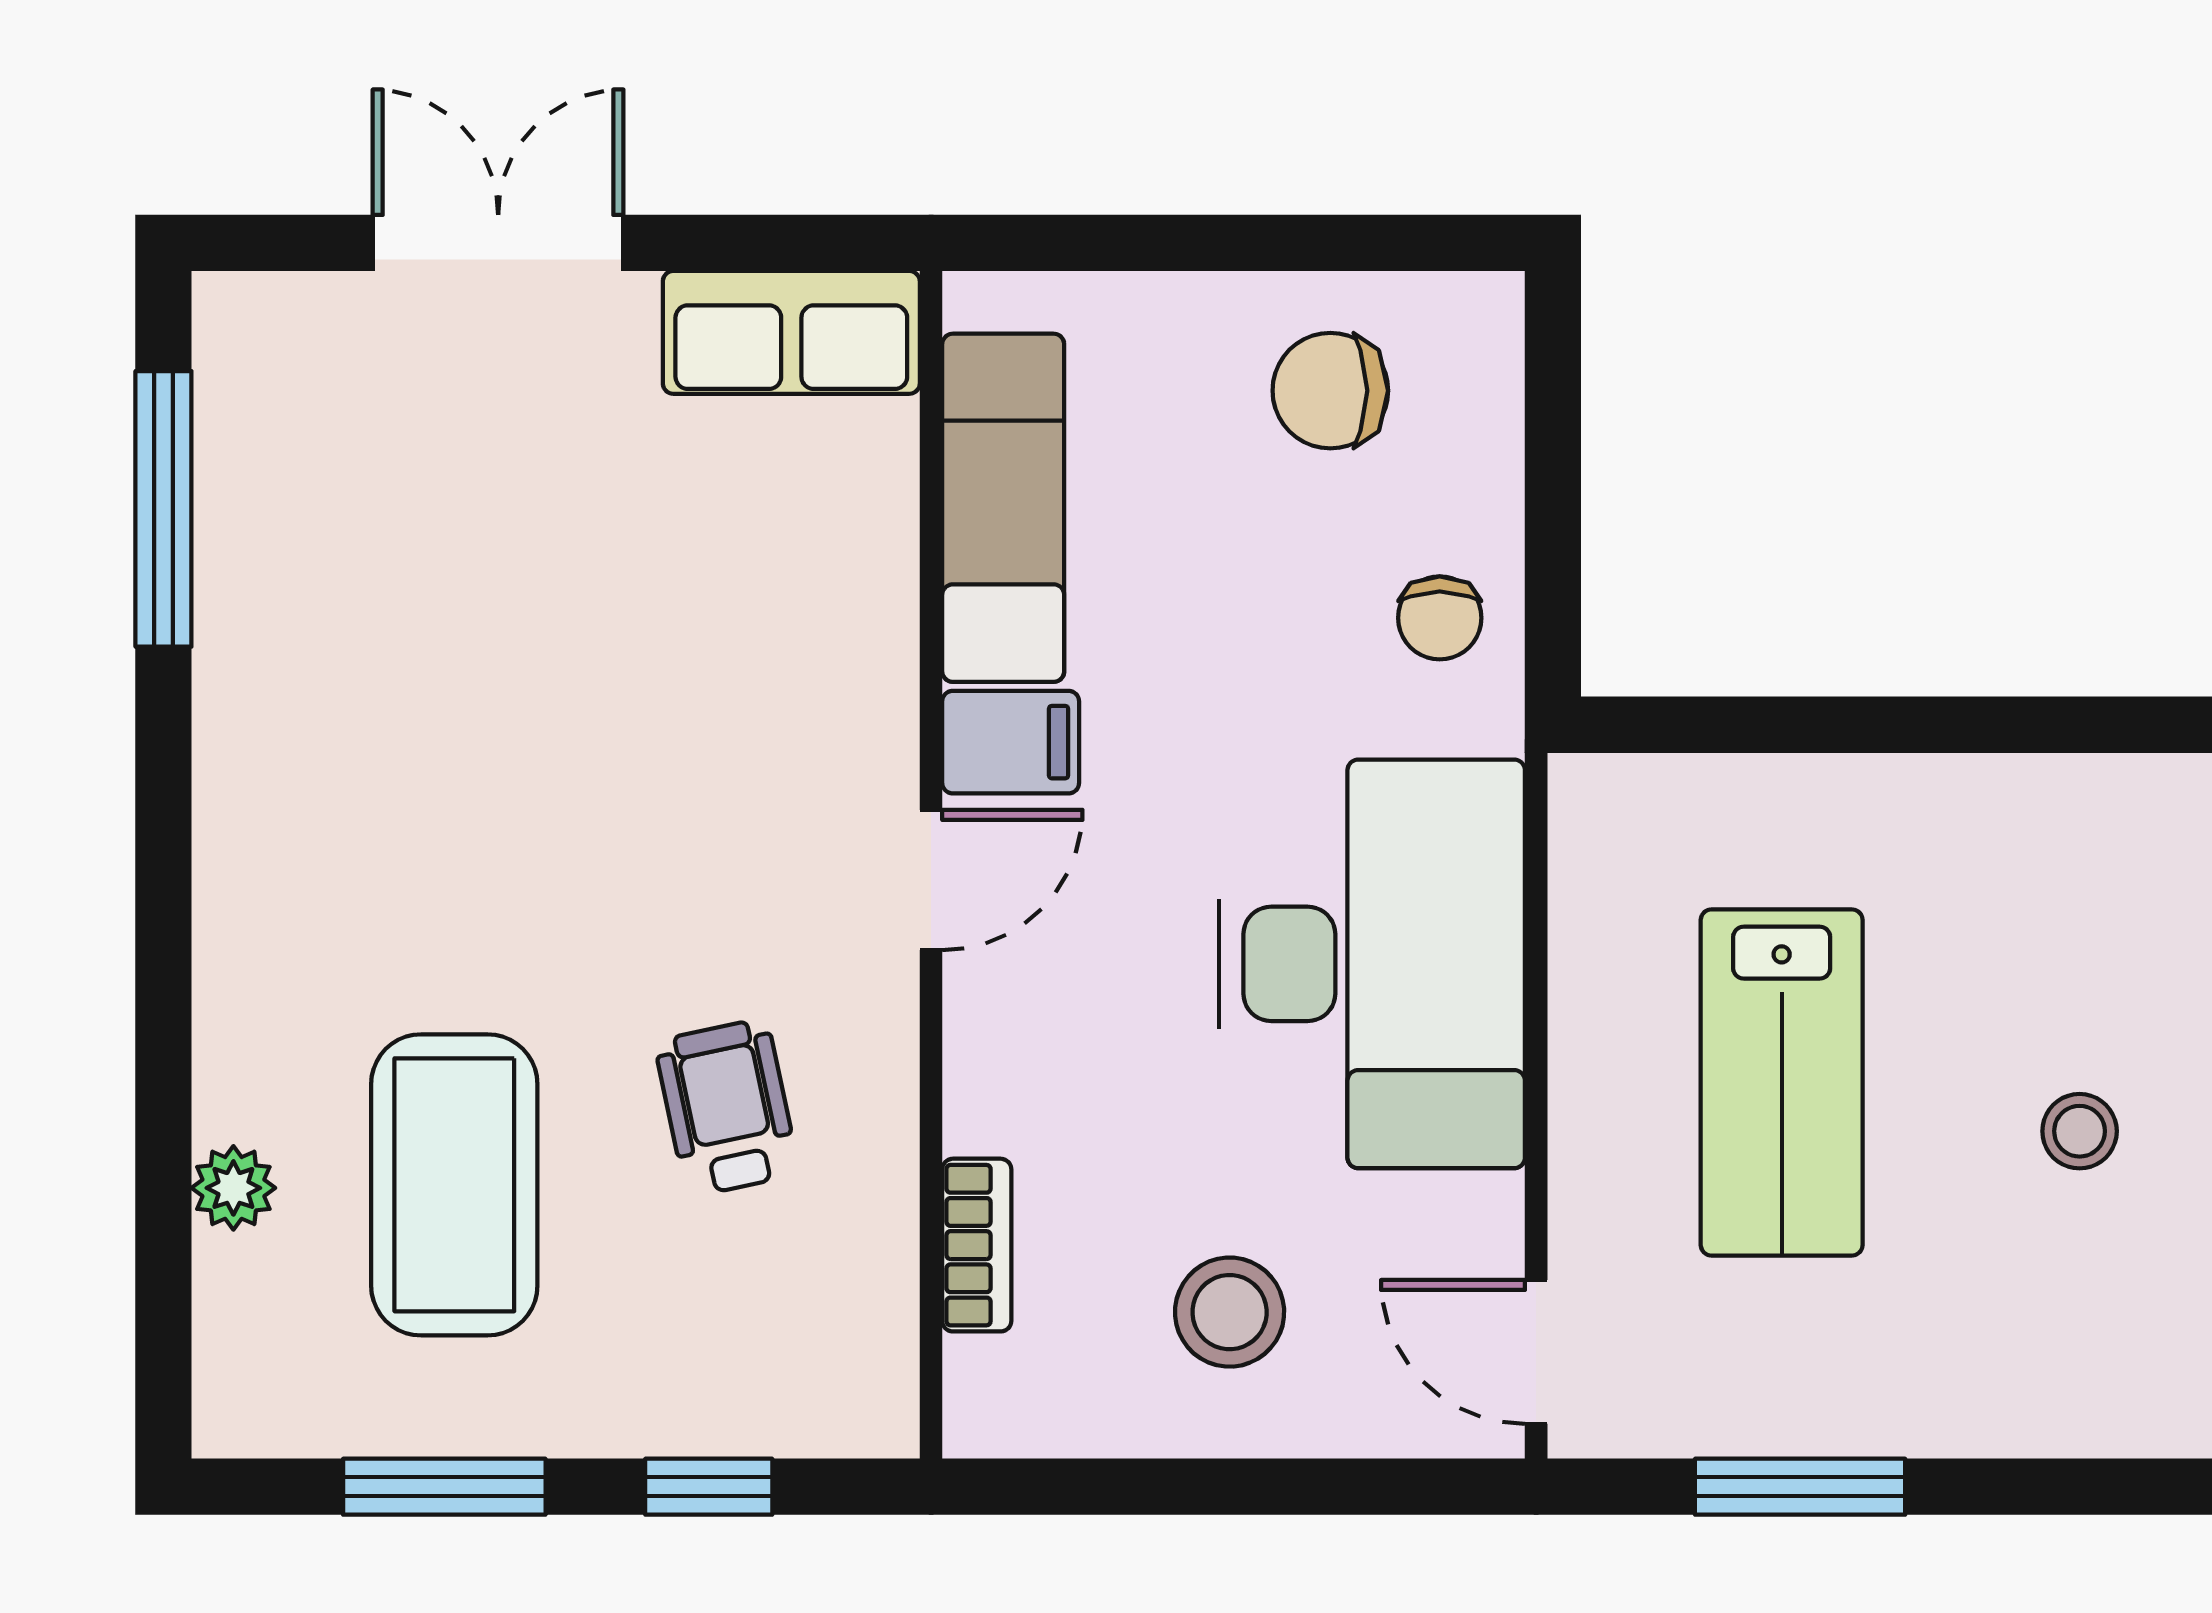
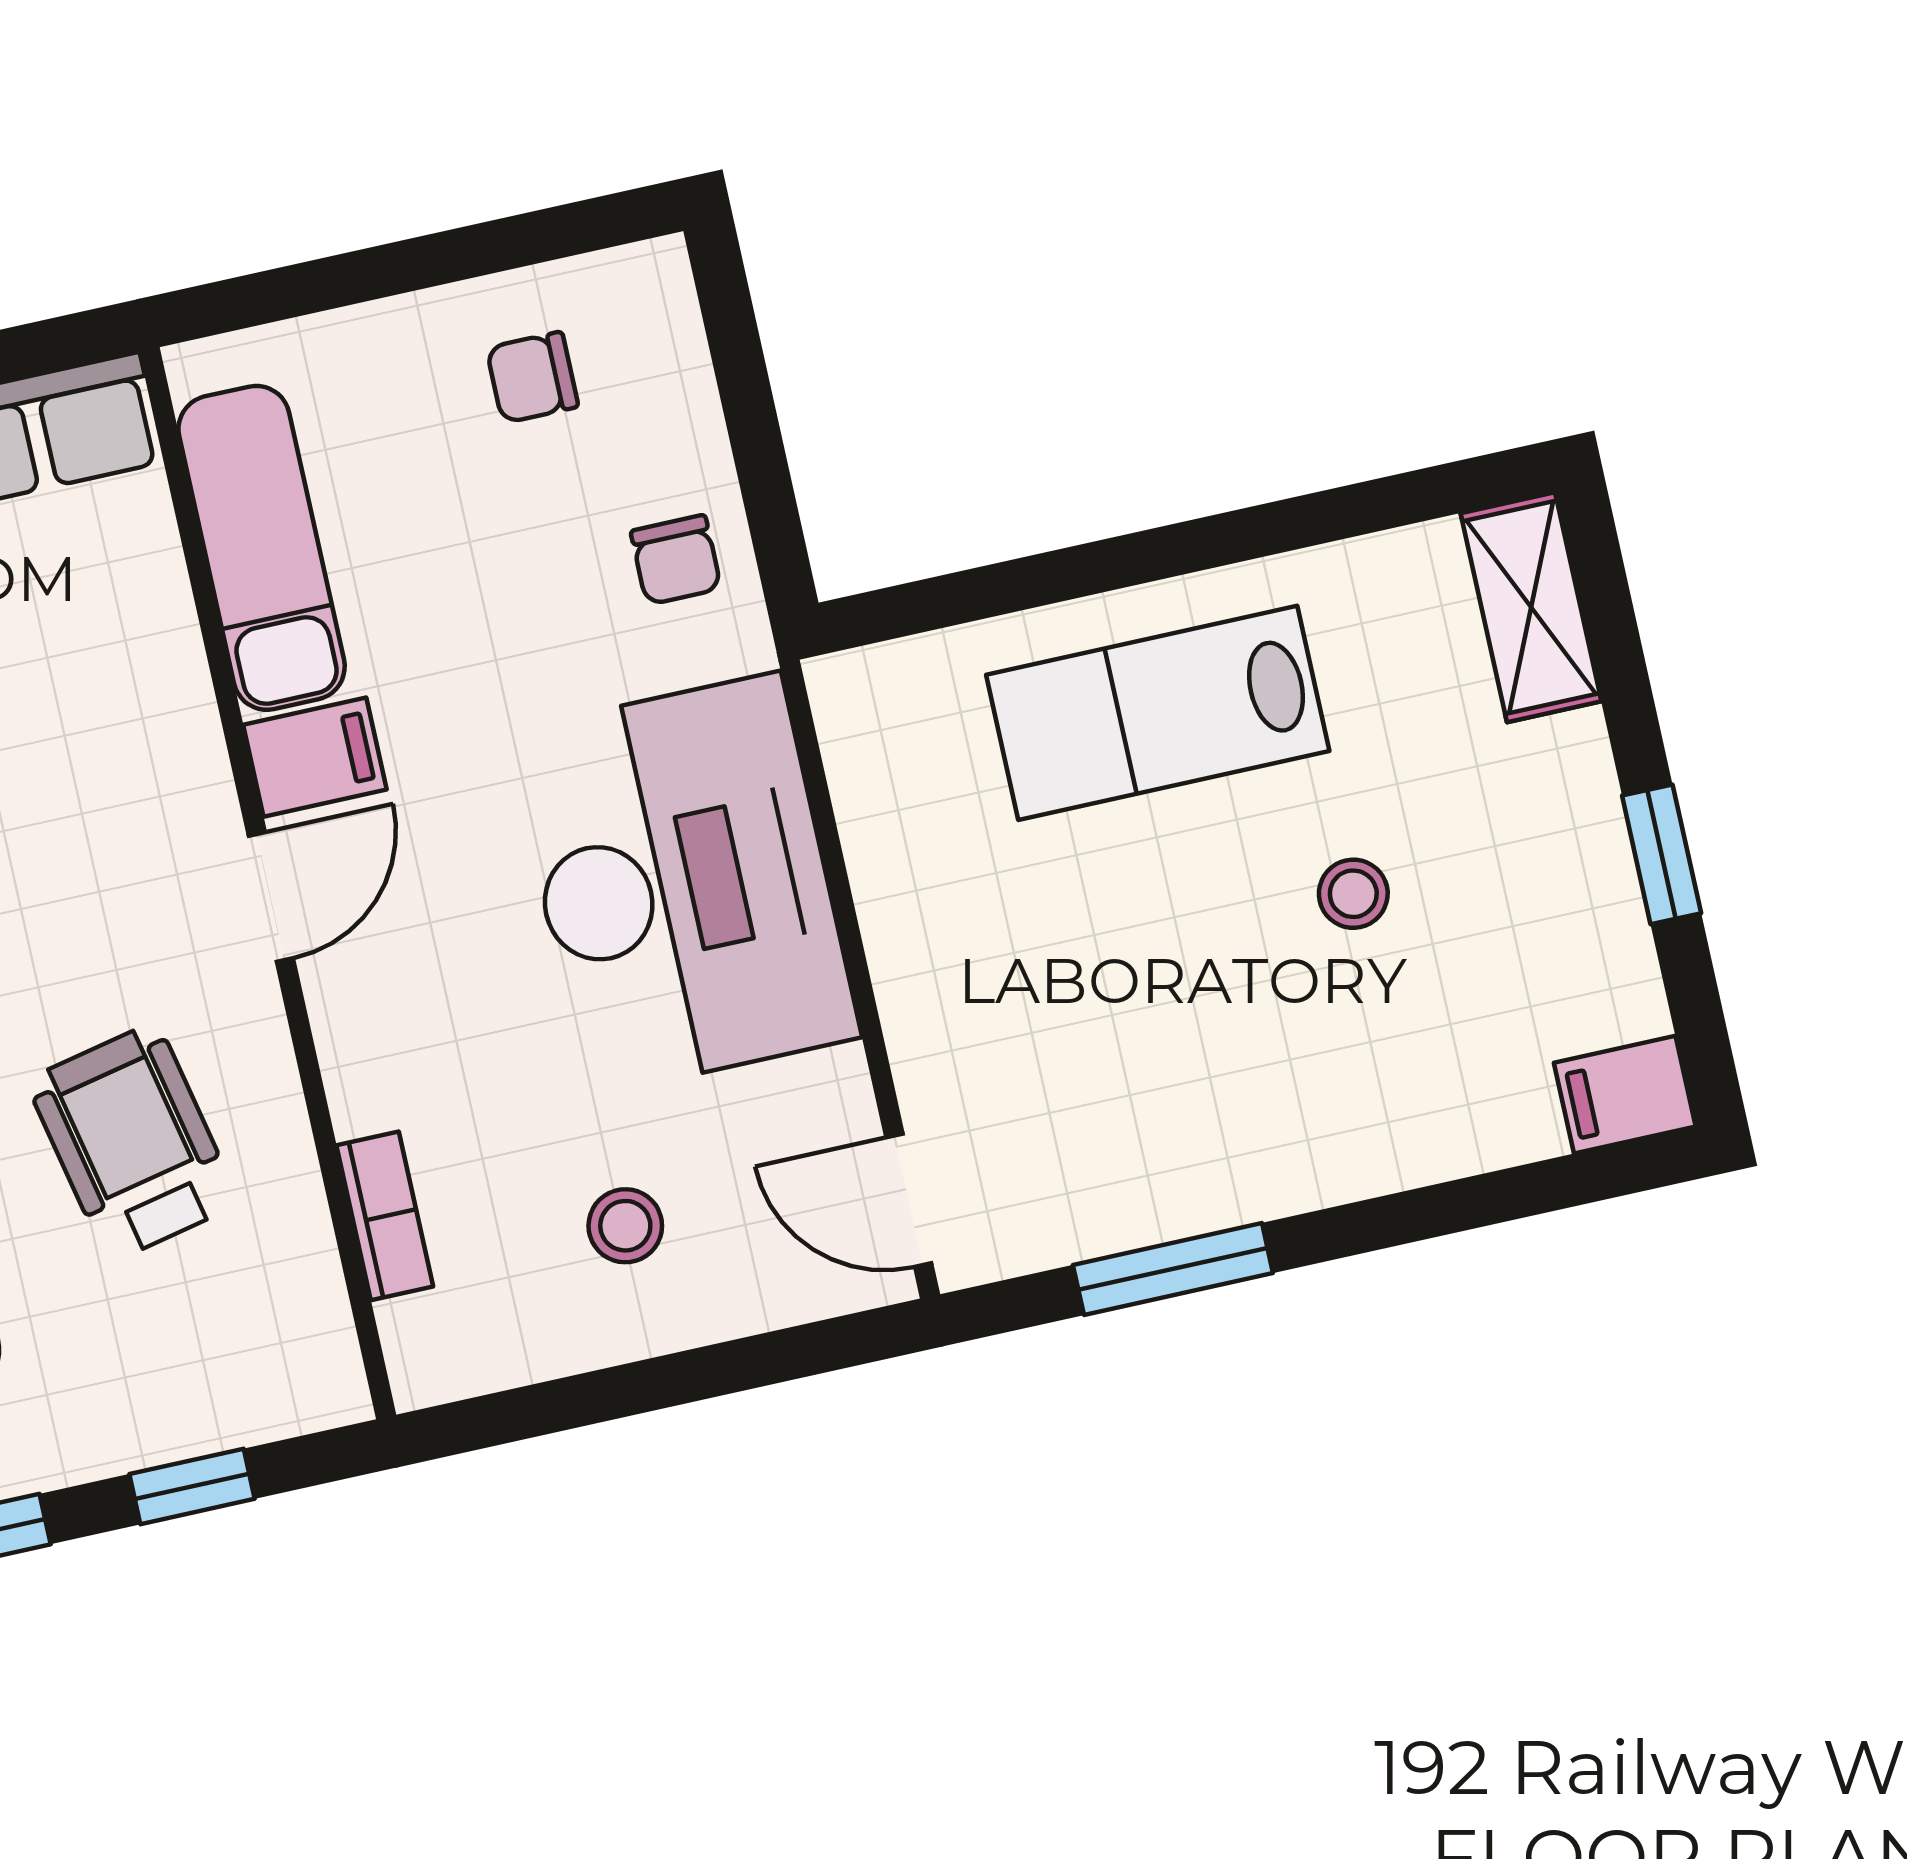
chair: (1330, 391) -> (532, 377), width x0.73, depth x0.73
lab bench: (1782, 1082) -> (1158, 713), moved, turned 90
wheelchair: (727, 1108) -> (133, 1142), width x1.36, depth x1.37
stool: (1230, 1312) -> (625, 1226), width x0.73, depth x0.73

